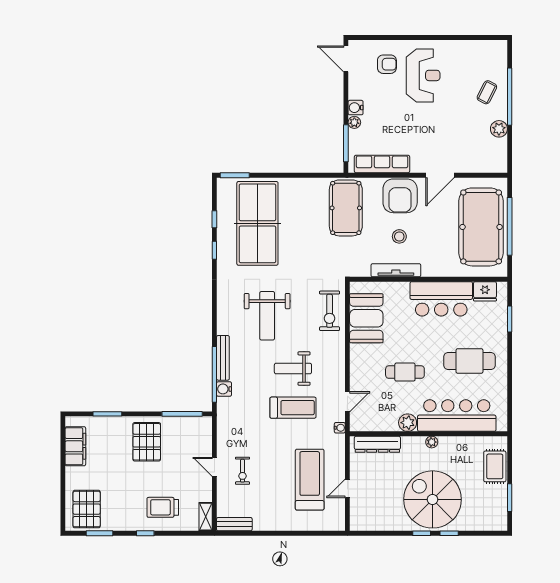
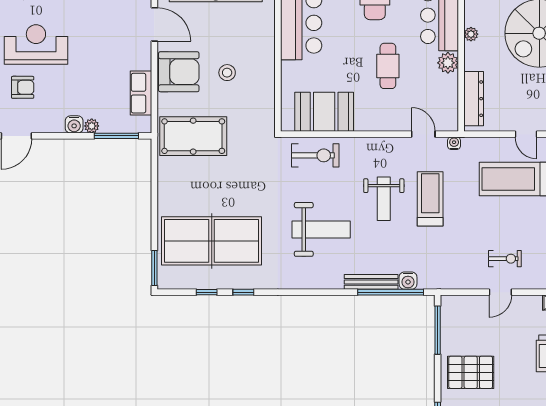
armchair: (387, 64) -> (23, 87), turned 90
row of seats: (382, 164) -> (141, 93), width x0.68
tv unit: (396, 270) -> (267, 77), removed

